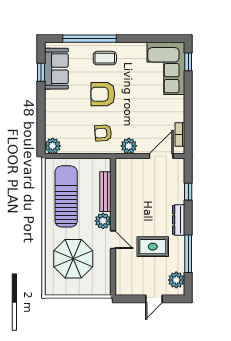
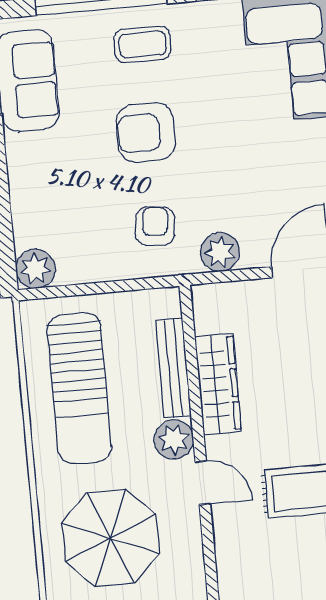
armchair: (103, 133) -> (155, 226), turned 101
sun lounger: (66, 196) -> (79, 388), turned 180
wardrobe: (123, 200) -> (218, 384), added

